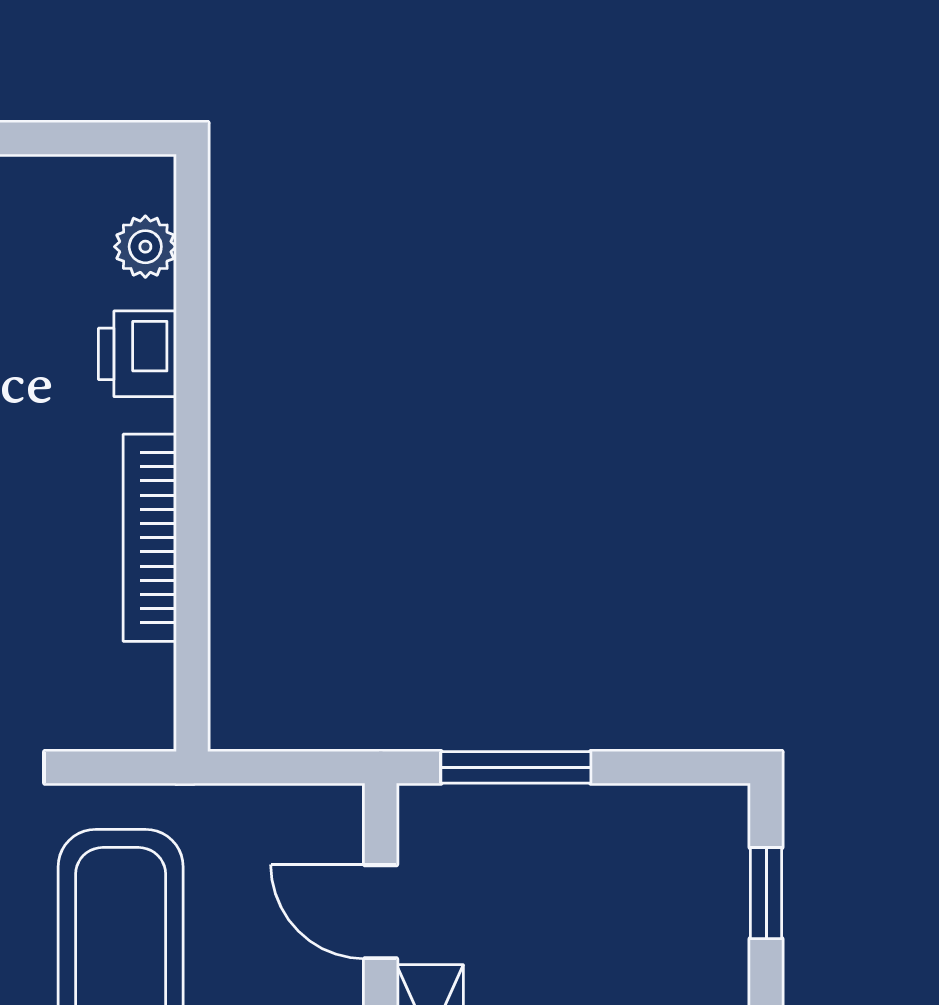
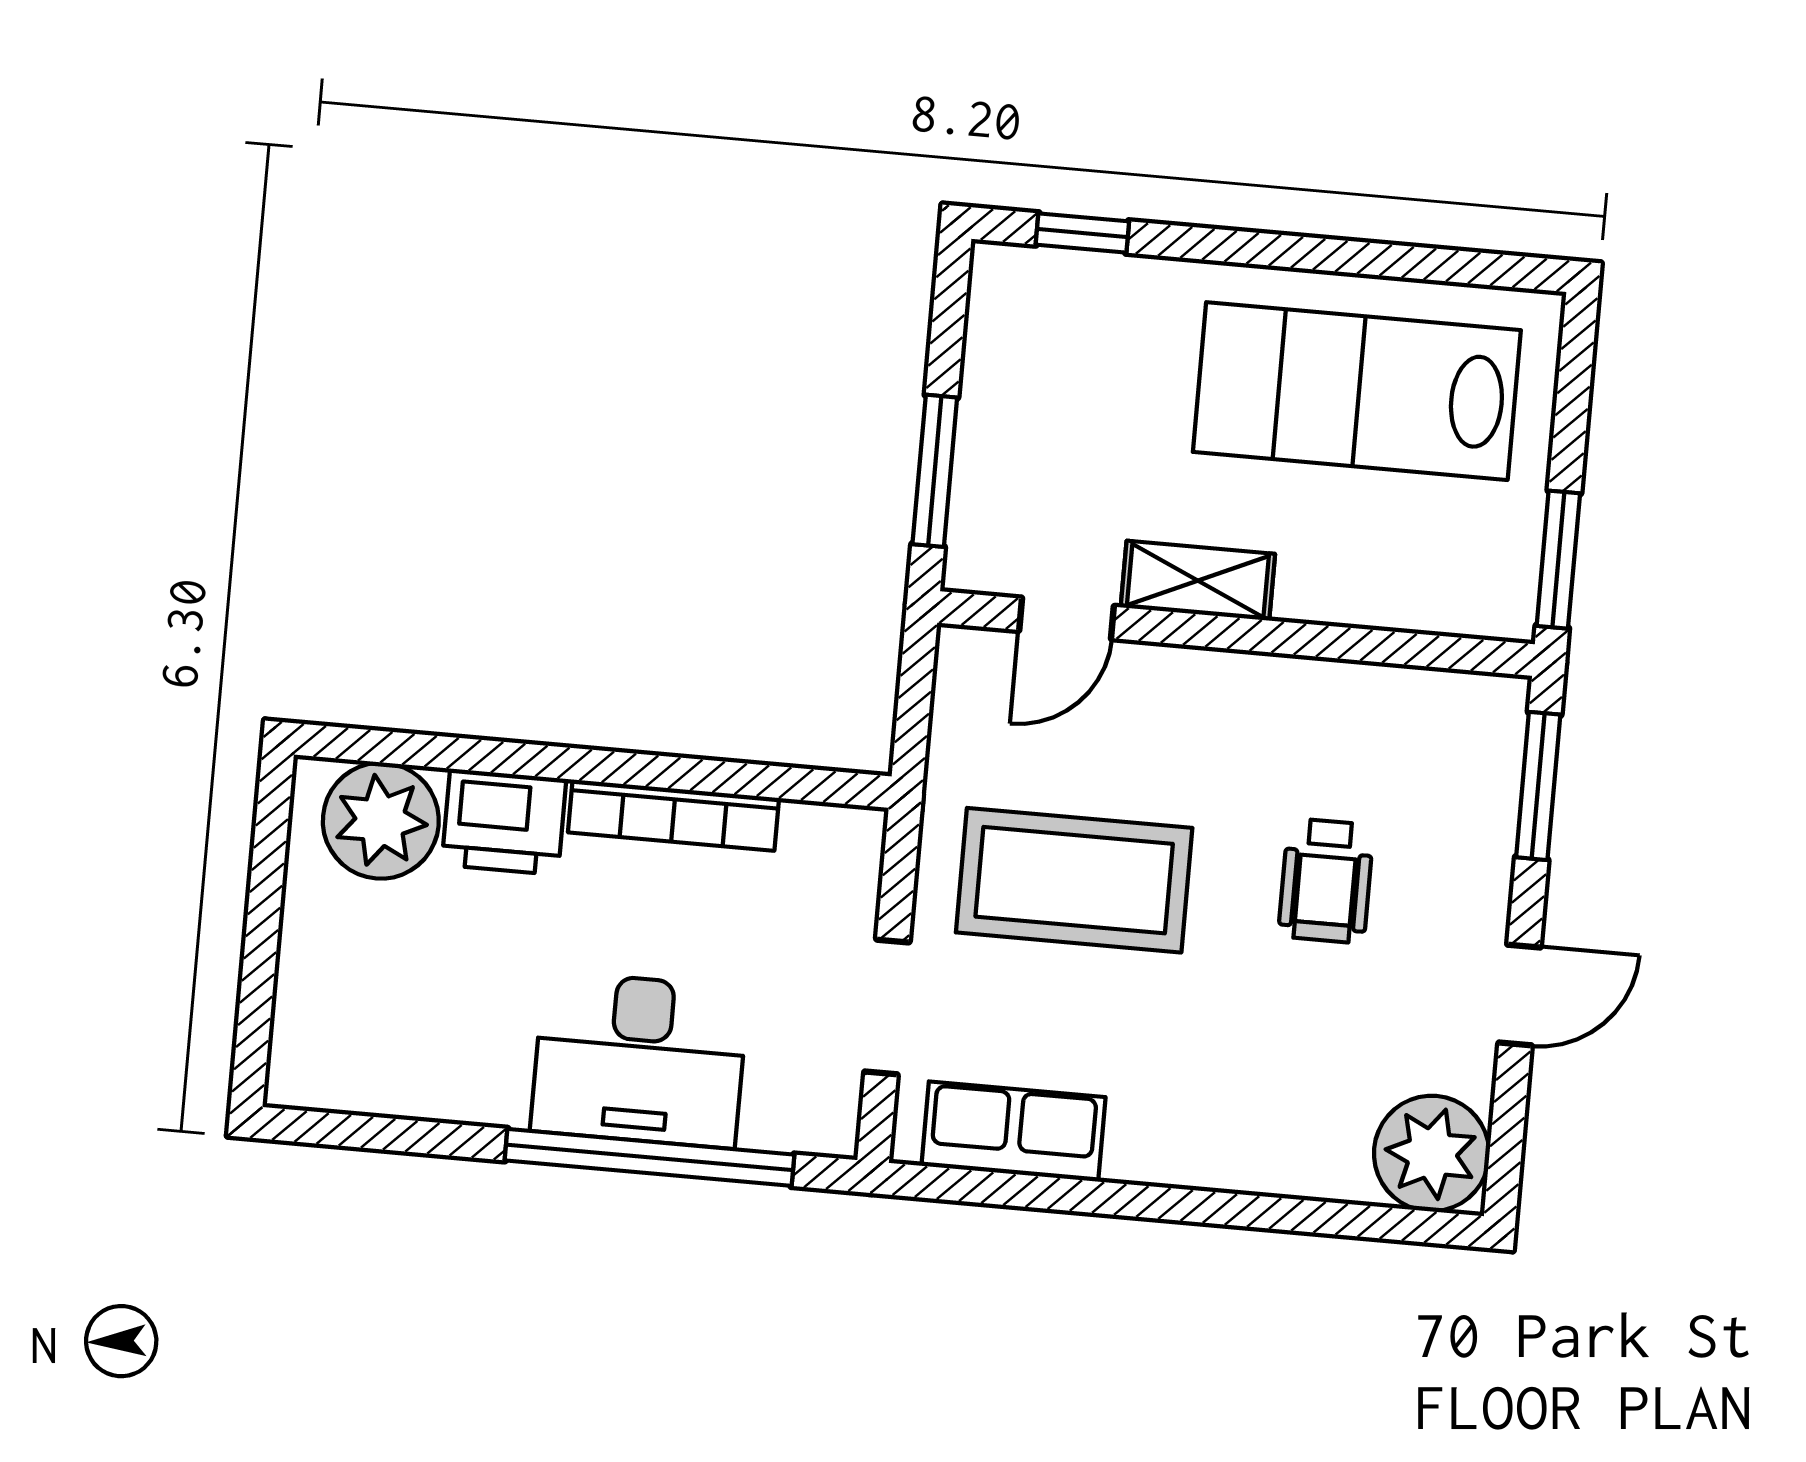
plant: (145, 247) -> (381, 821), width x1.87, depth x1.87
printer: (137, 354) -> (504, 822), width x1.36, depth x1.24

